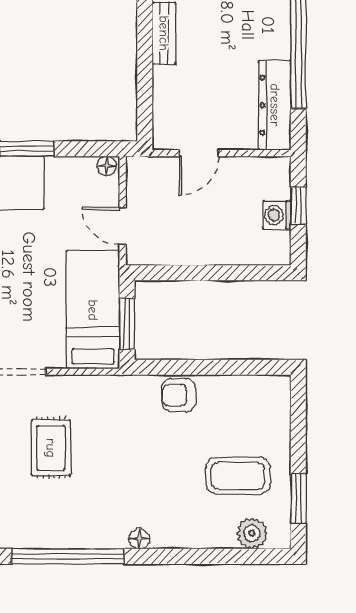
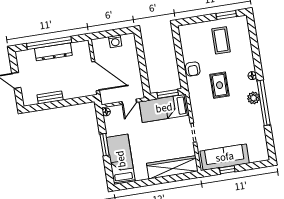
dresser: (275, 105) -> (53, 52), moved
door: (199, 153) -> (96, 76), width x1.88
window: (298, 206) -> (110, 33), removed
rug: (51, 448) -> (220, 85), moved, turned 90
plant: (252, 533) -> (254, 98), moved

